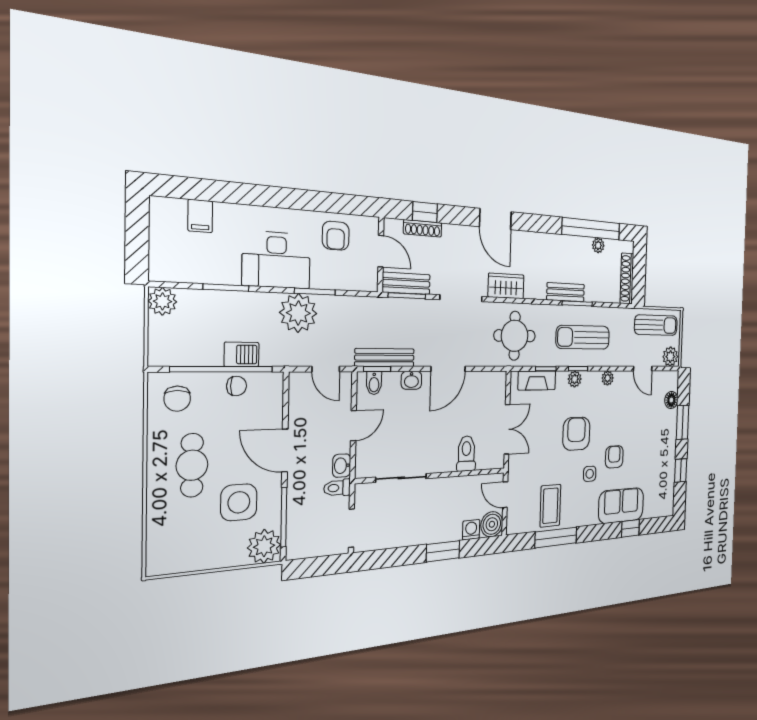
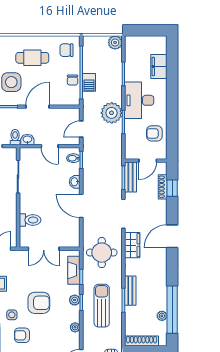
filing cabinet: (200, 216) -> (159, 66), width x2.00
bench: (385, 358) -> (88, 164), removed
armchair: (614, 457) -> (22, 335), turned 180

